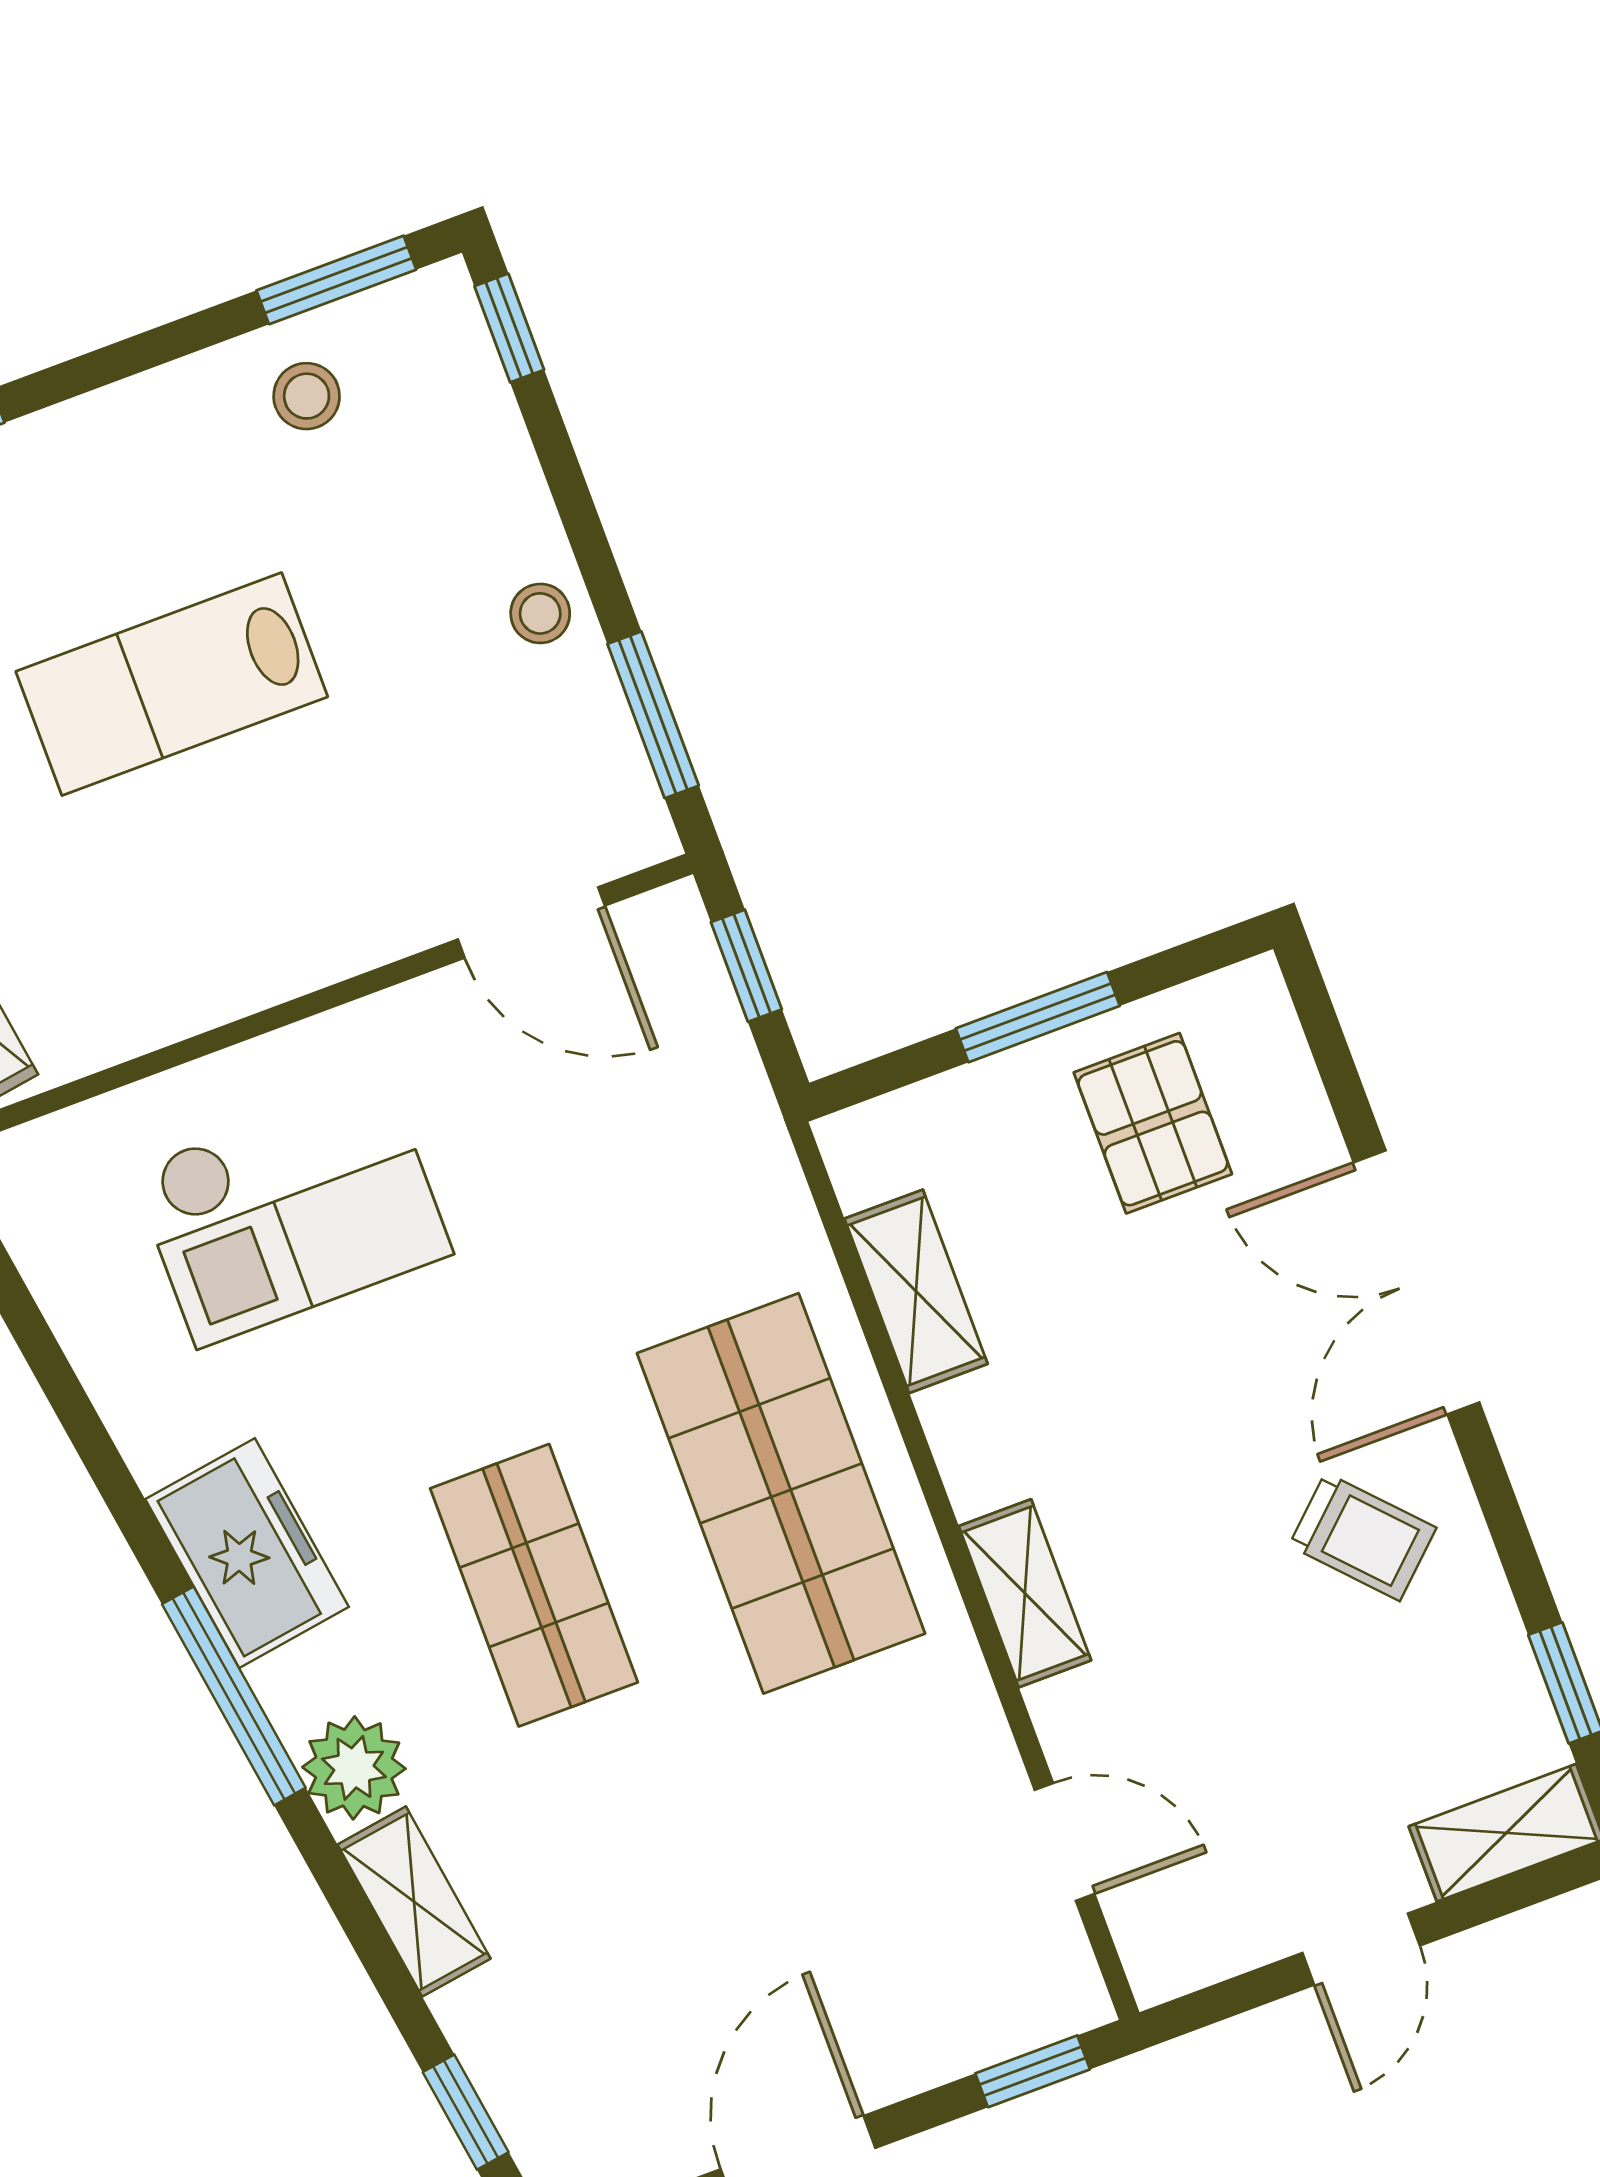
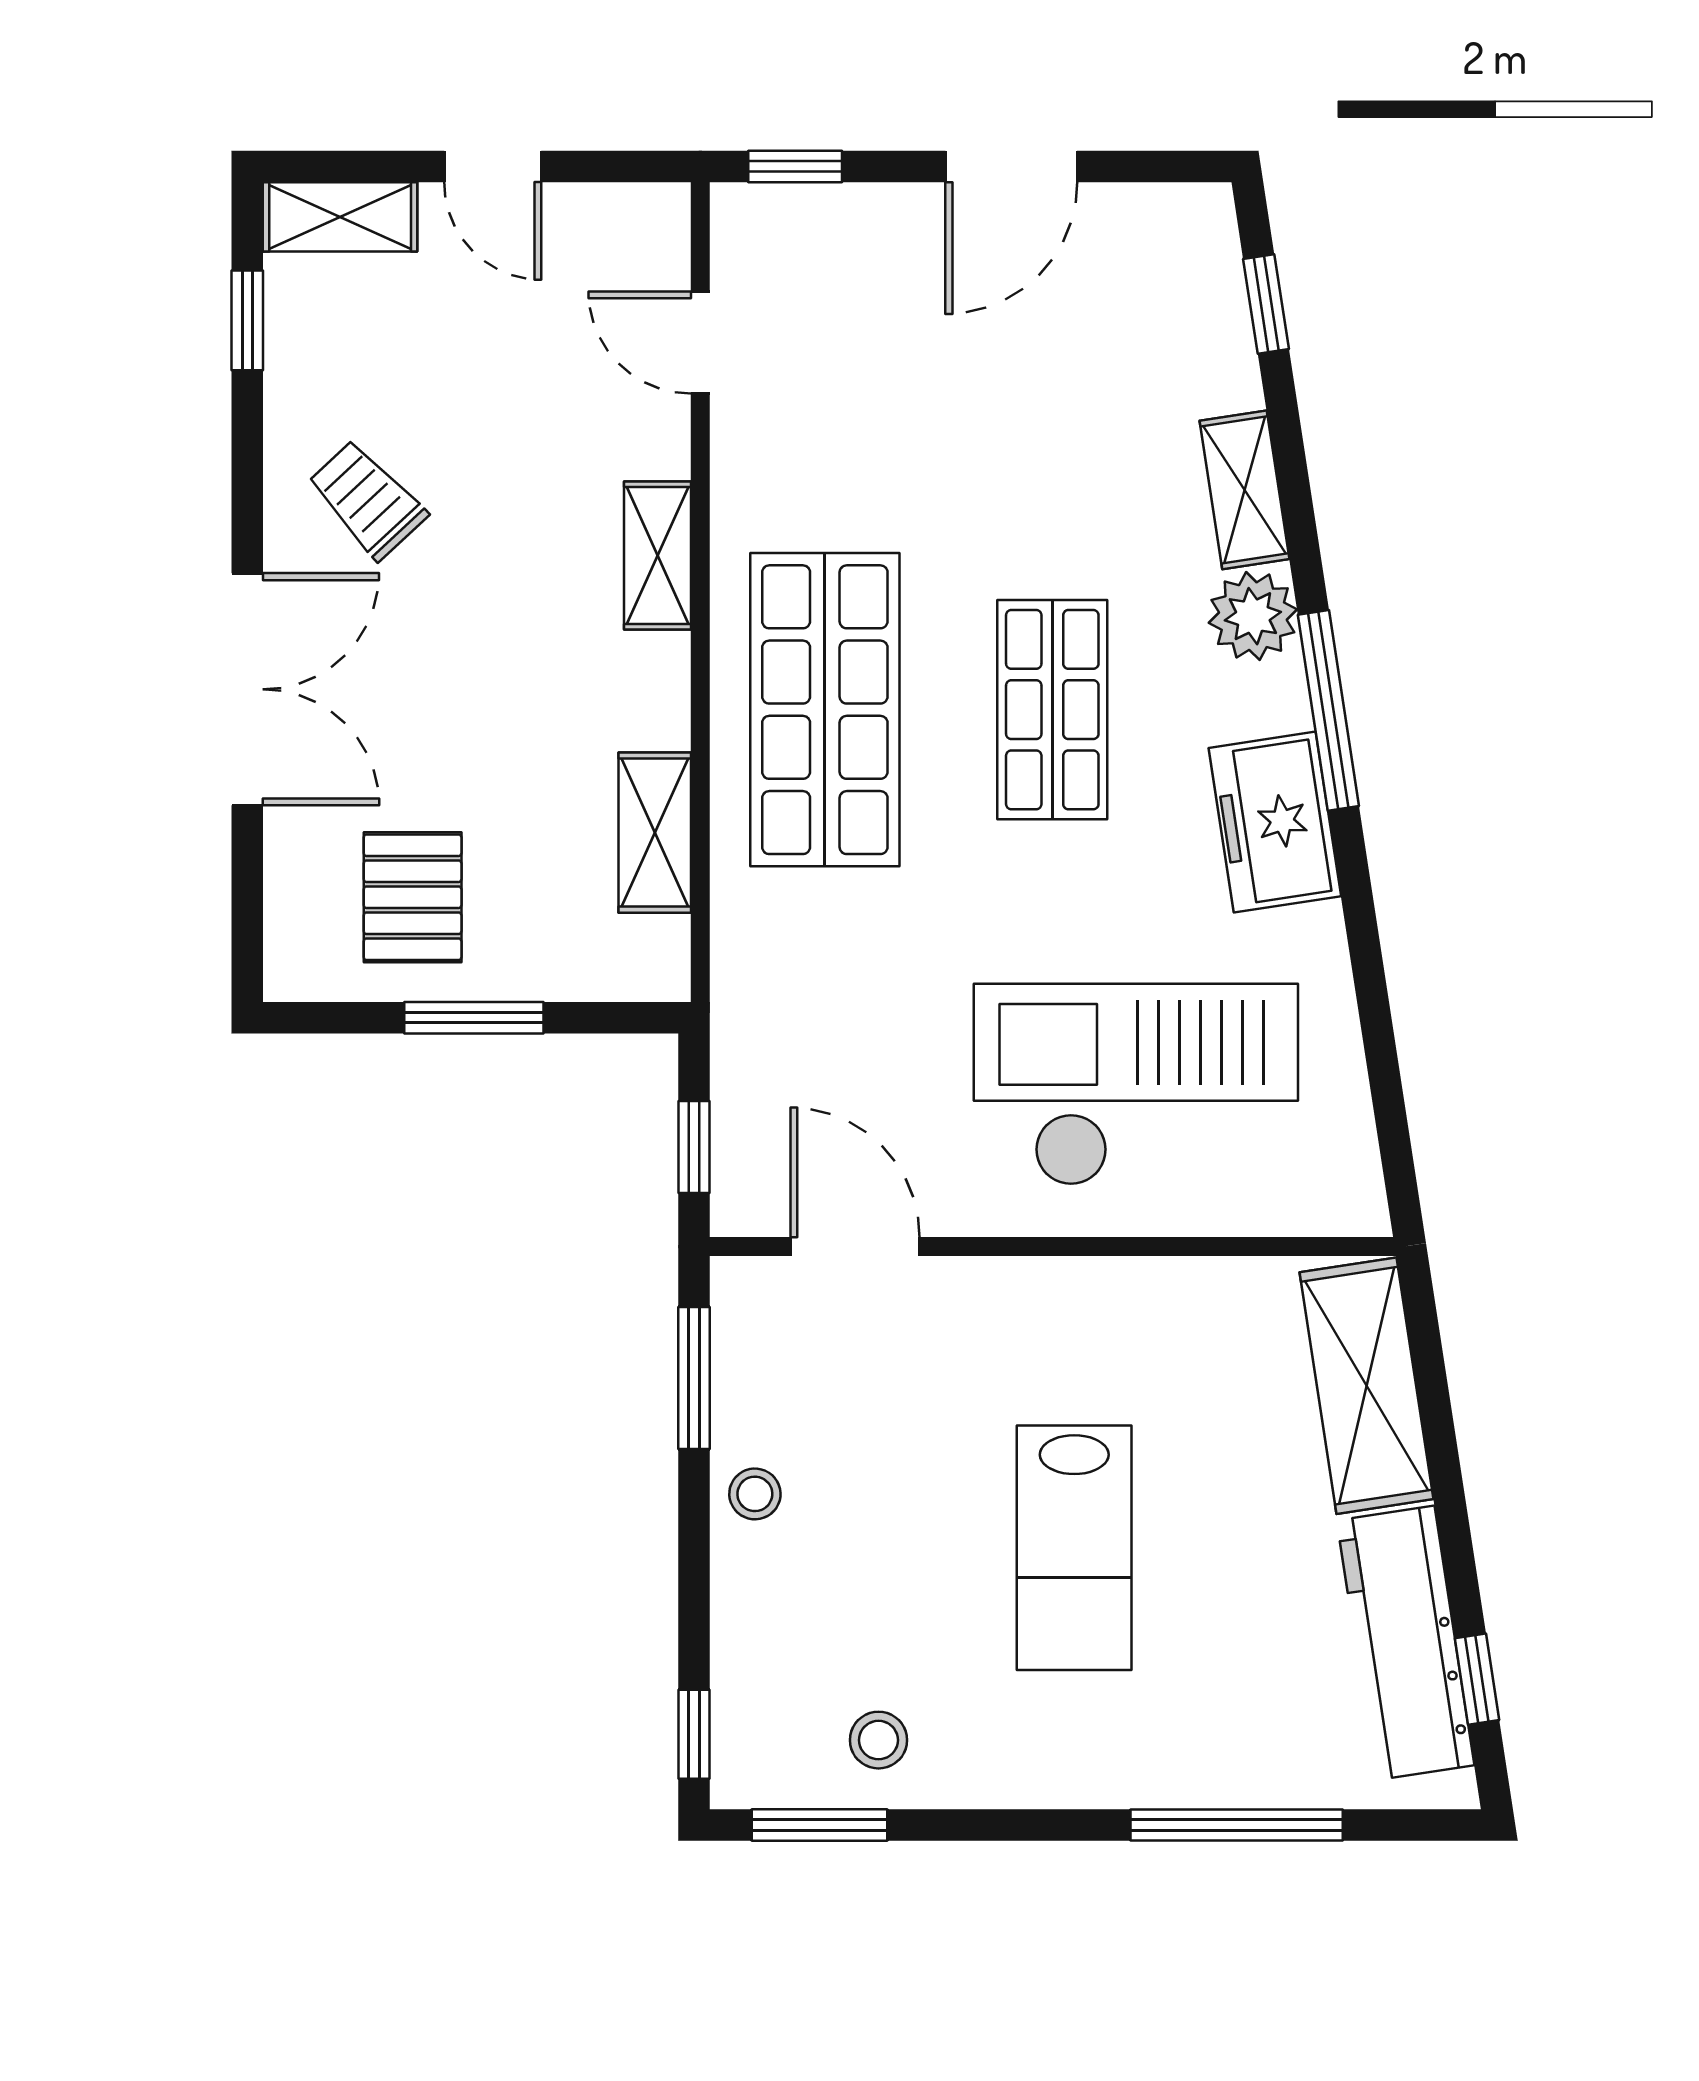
lab bench: (172, 684) -> (1074, 1548), turned 90
checkout: (292, 1212) -> (1136, 1085), width x1.36, depth x1.21
door: (1361, 1949) -> (493, 166), swing flipped

